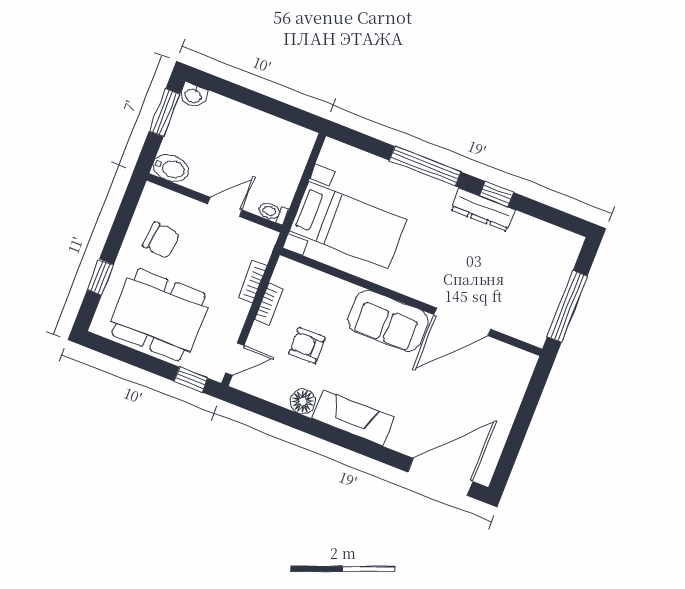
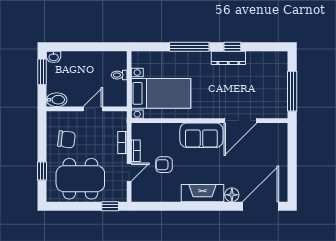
toilet: (273, 212) -> (119, 75), moved
door: (235, 359) -> (129, 172), moved
floor lamp: (303, 401) -> (232, 195), moved

